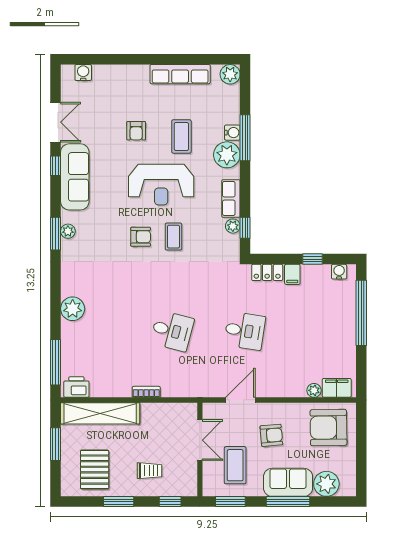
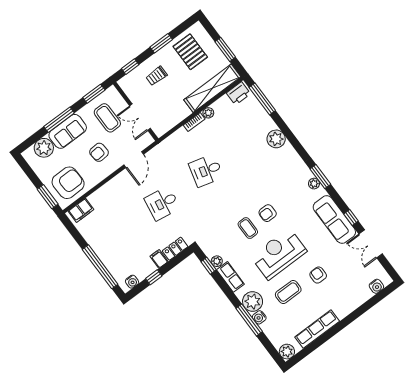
coffee table: (181, 136) -> (288, 292), turned 90
plant: (314, 390) -> (208, 113), moved
window: (361, 429) -> (48, 197), added

